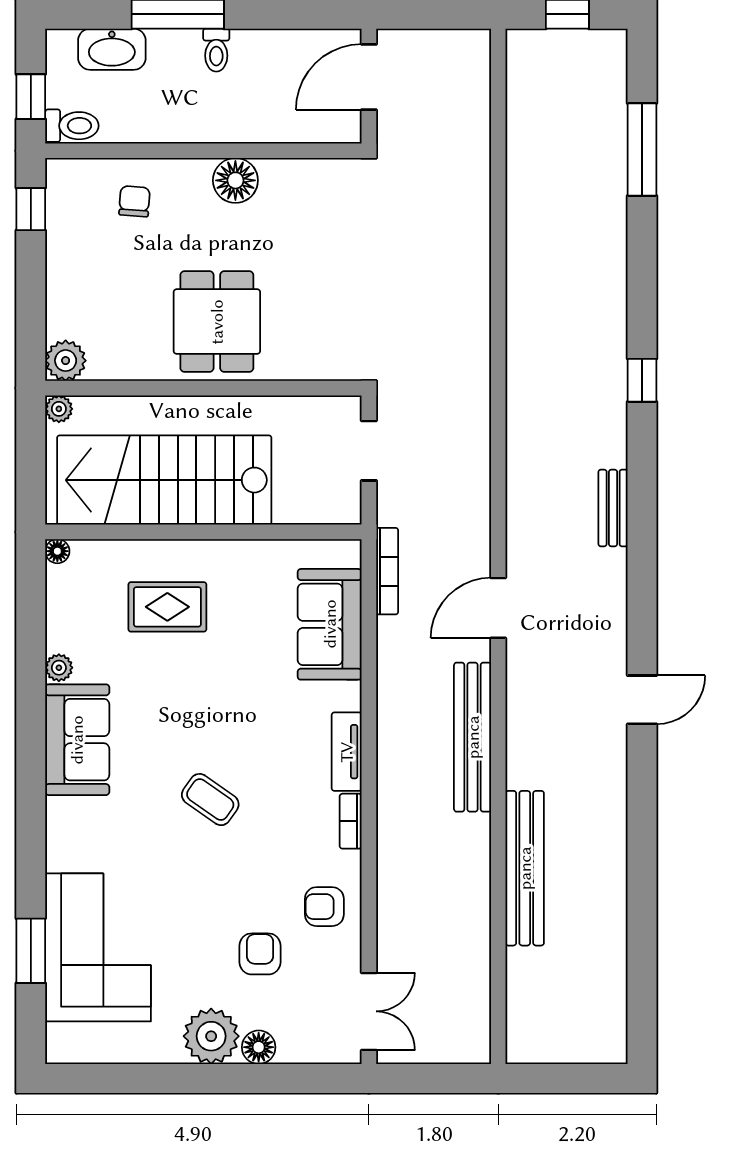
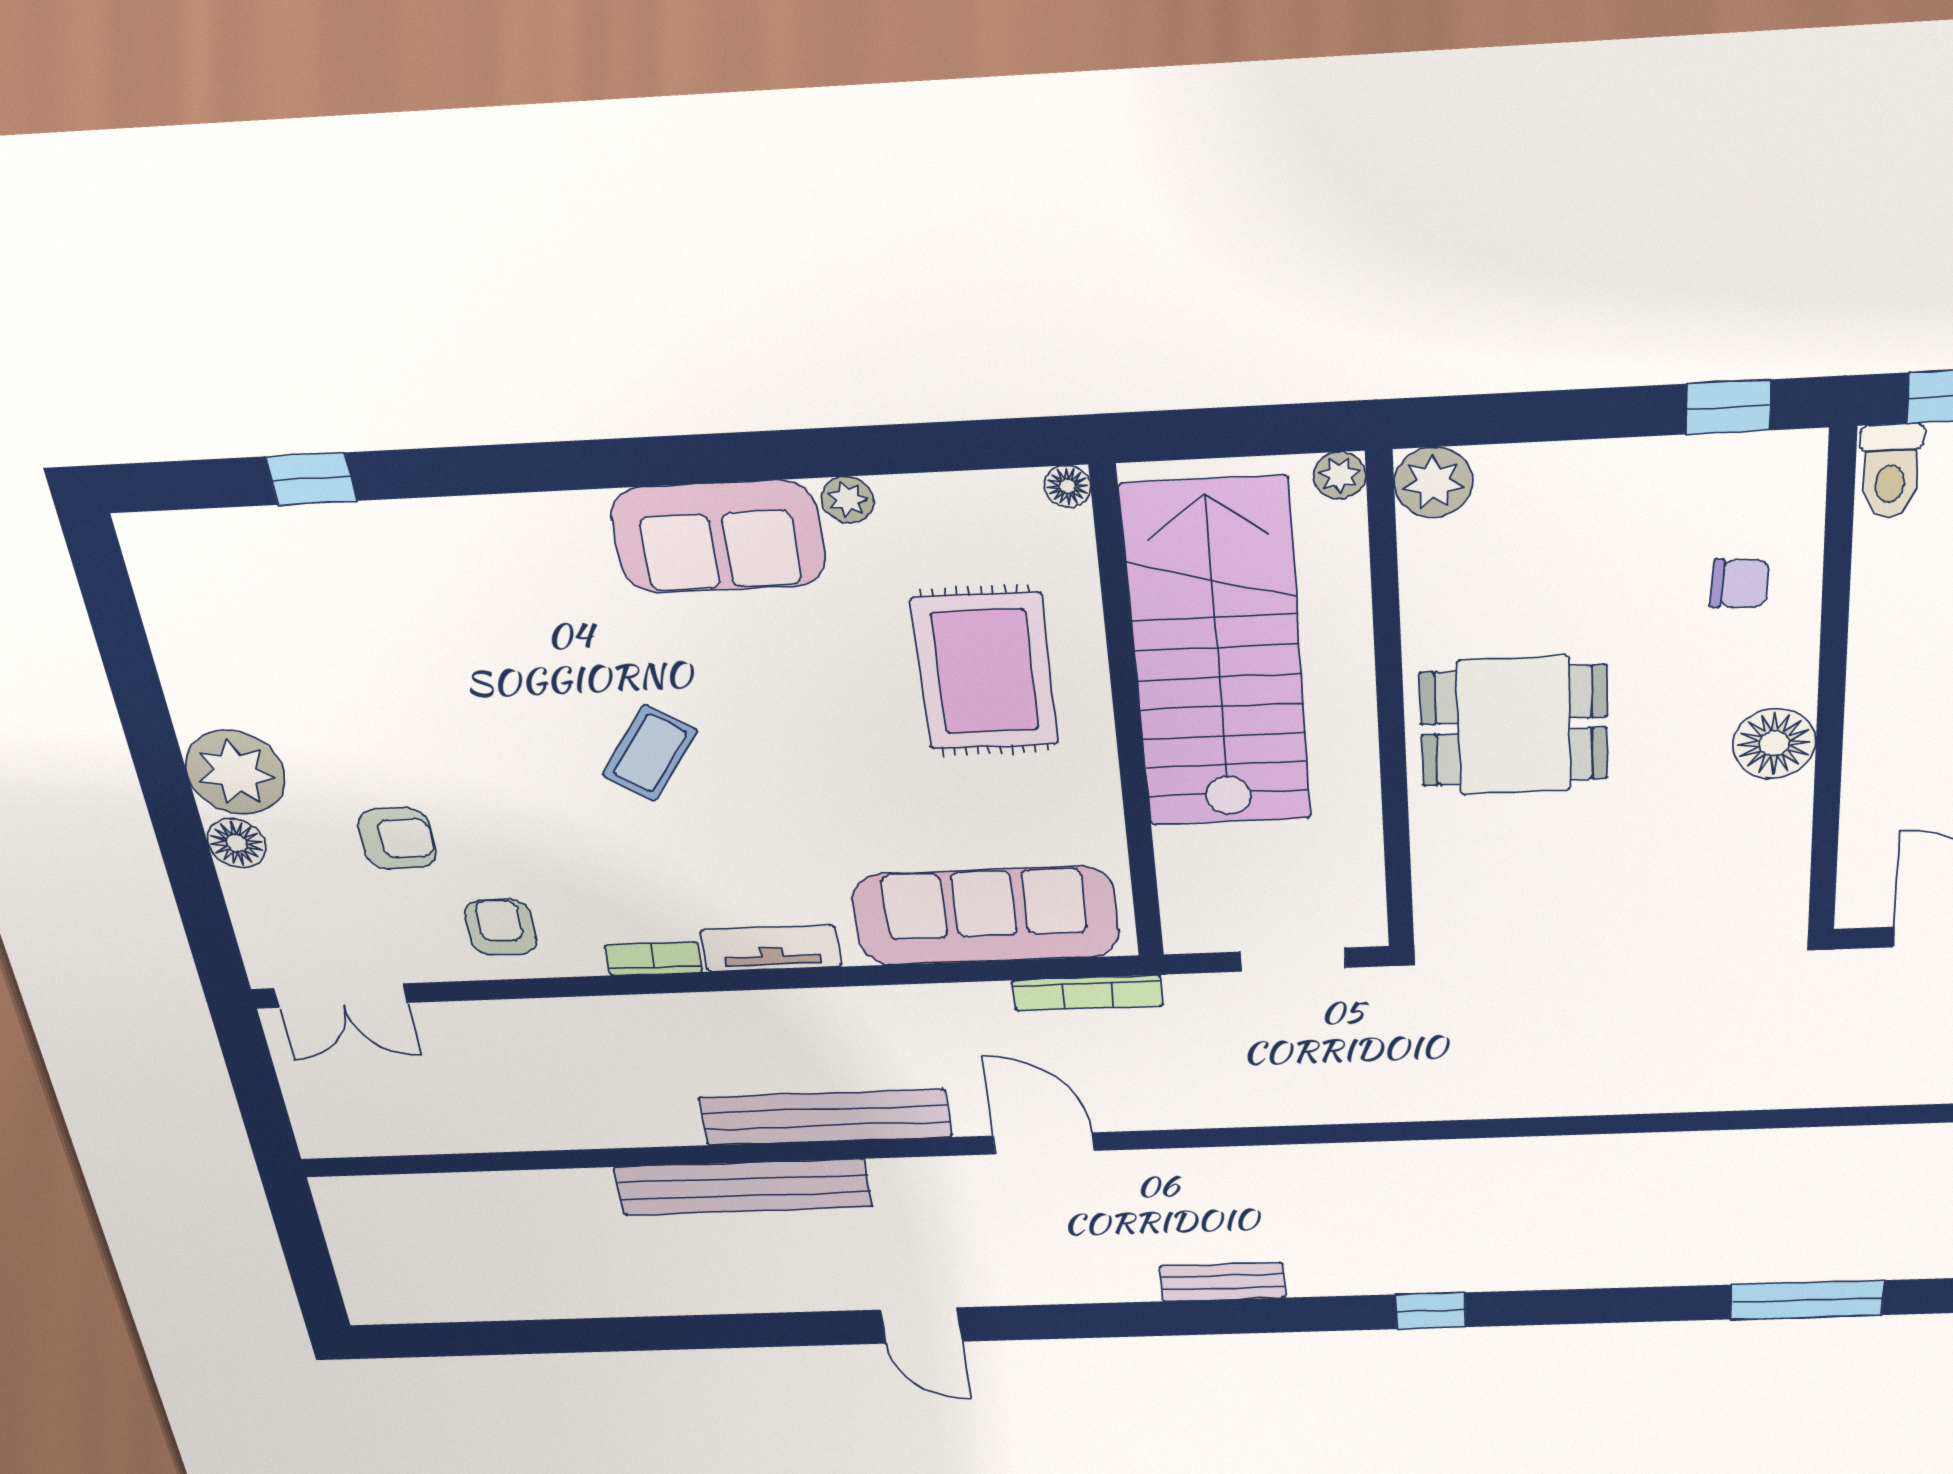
rug: (167, 607) -> (985, 671), width x1.36, depth x1.43
sofa: (330, 624) -> (986, 916), width x1.36
bench: (525, 868) -> (743, 1187), moved
corner sofa: (98, 947) -> (345, 589), removed
window: (31, 951) -> (311, 479), width x0.67

